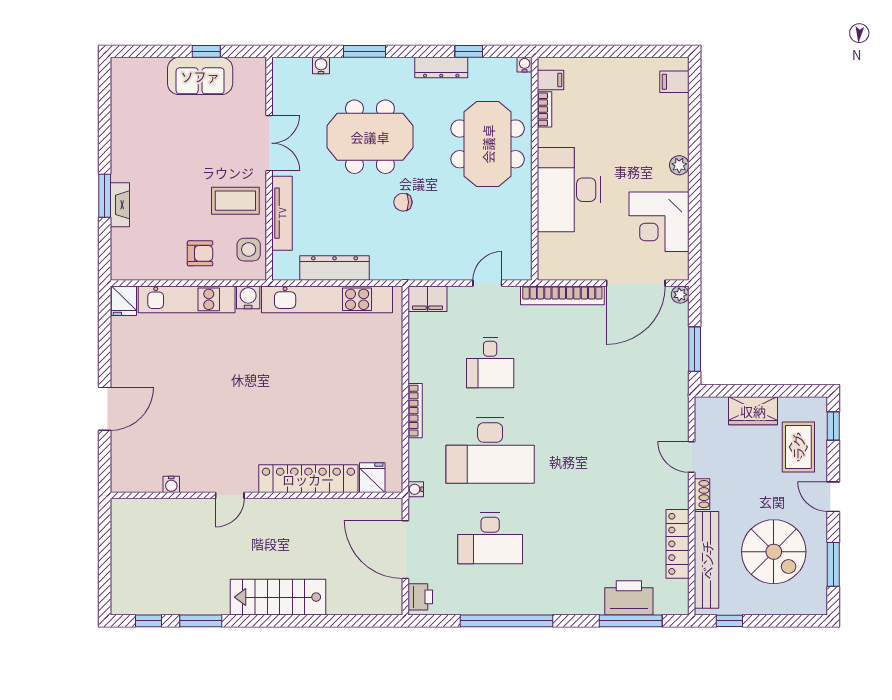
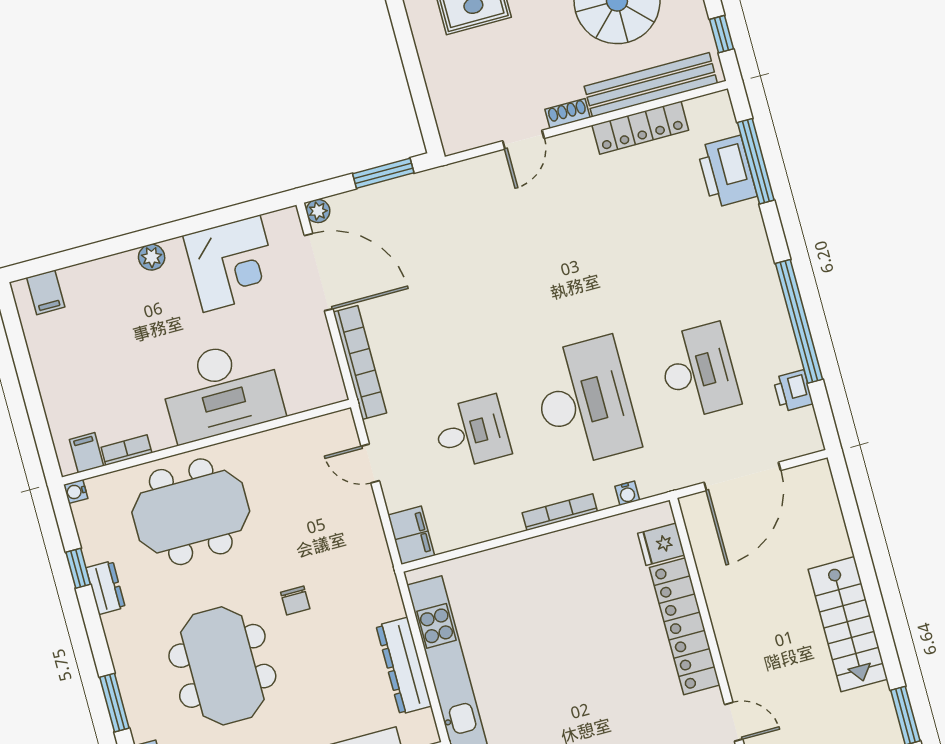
dresser: (441, 68) -> (106, 588), width x0.70
wardrobe: (753, 411) -> (442, 77), removed
water cooler: (416, 489) -> (627, 493), moved
printer: (420, 597) -> (793, 391), moved, turned -90

